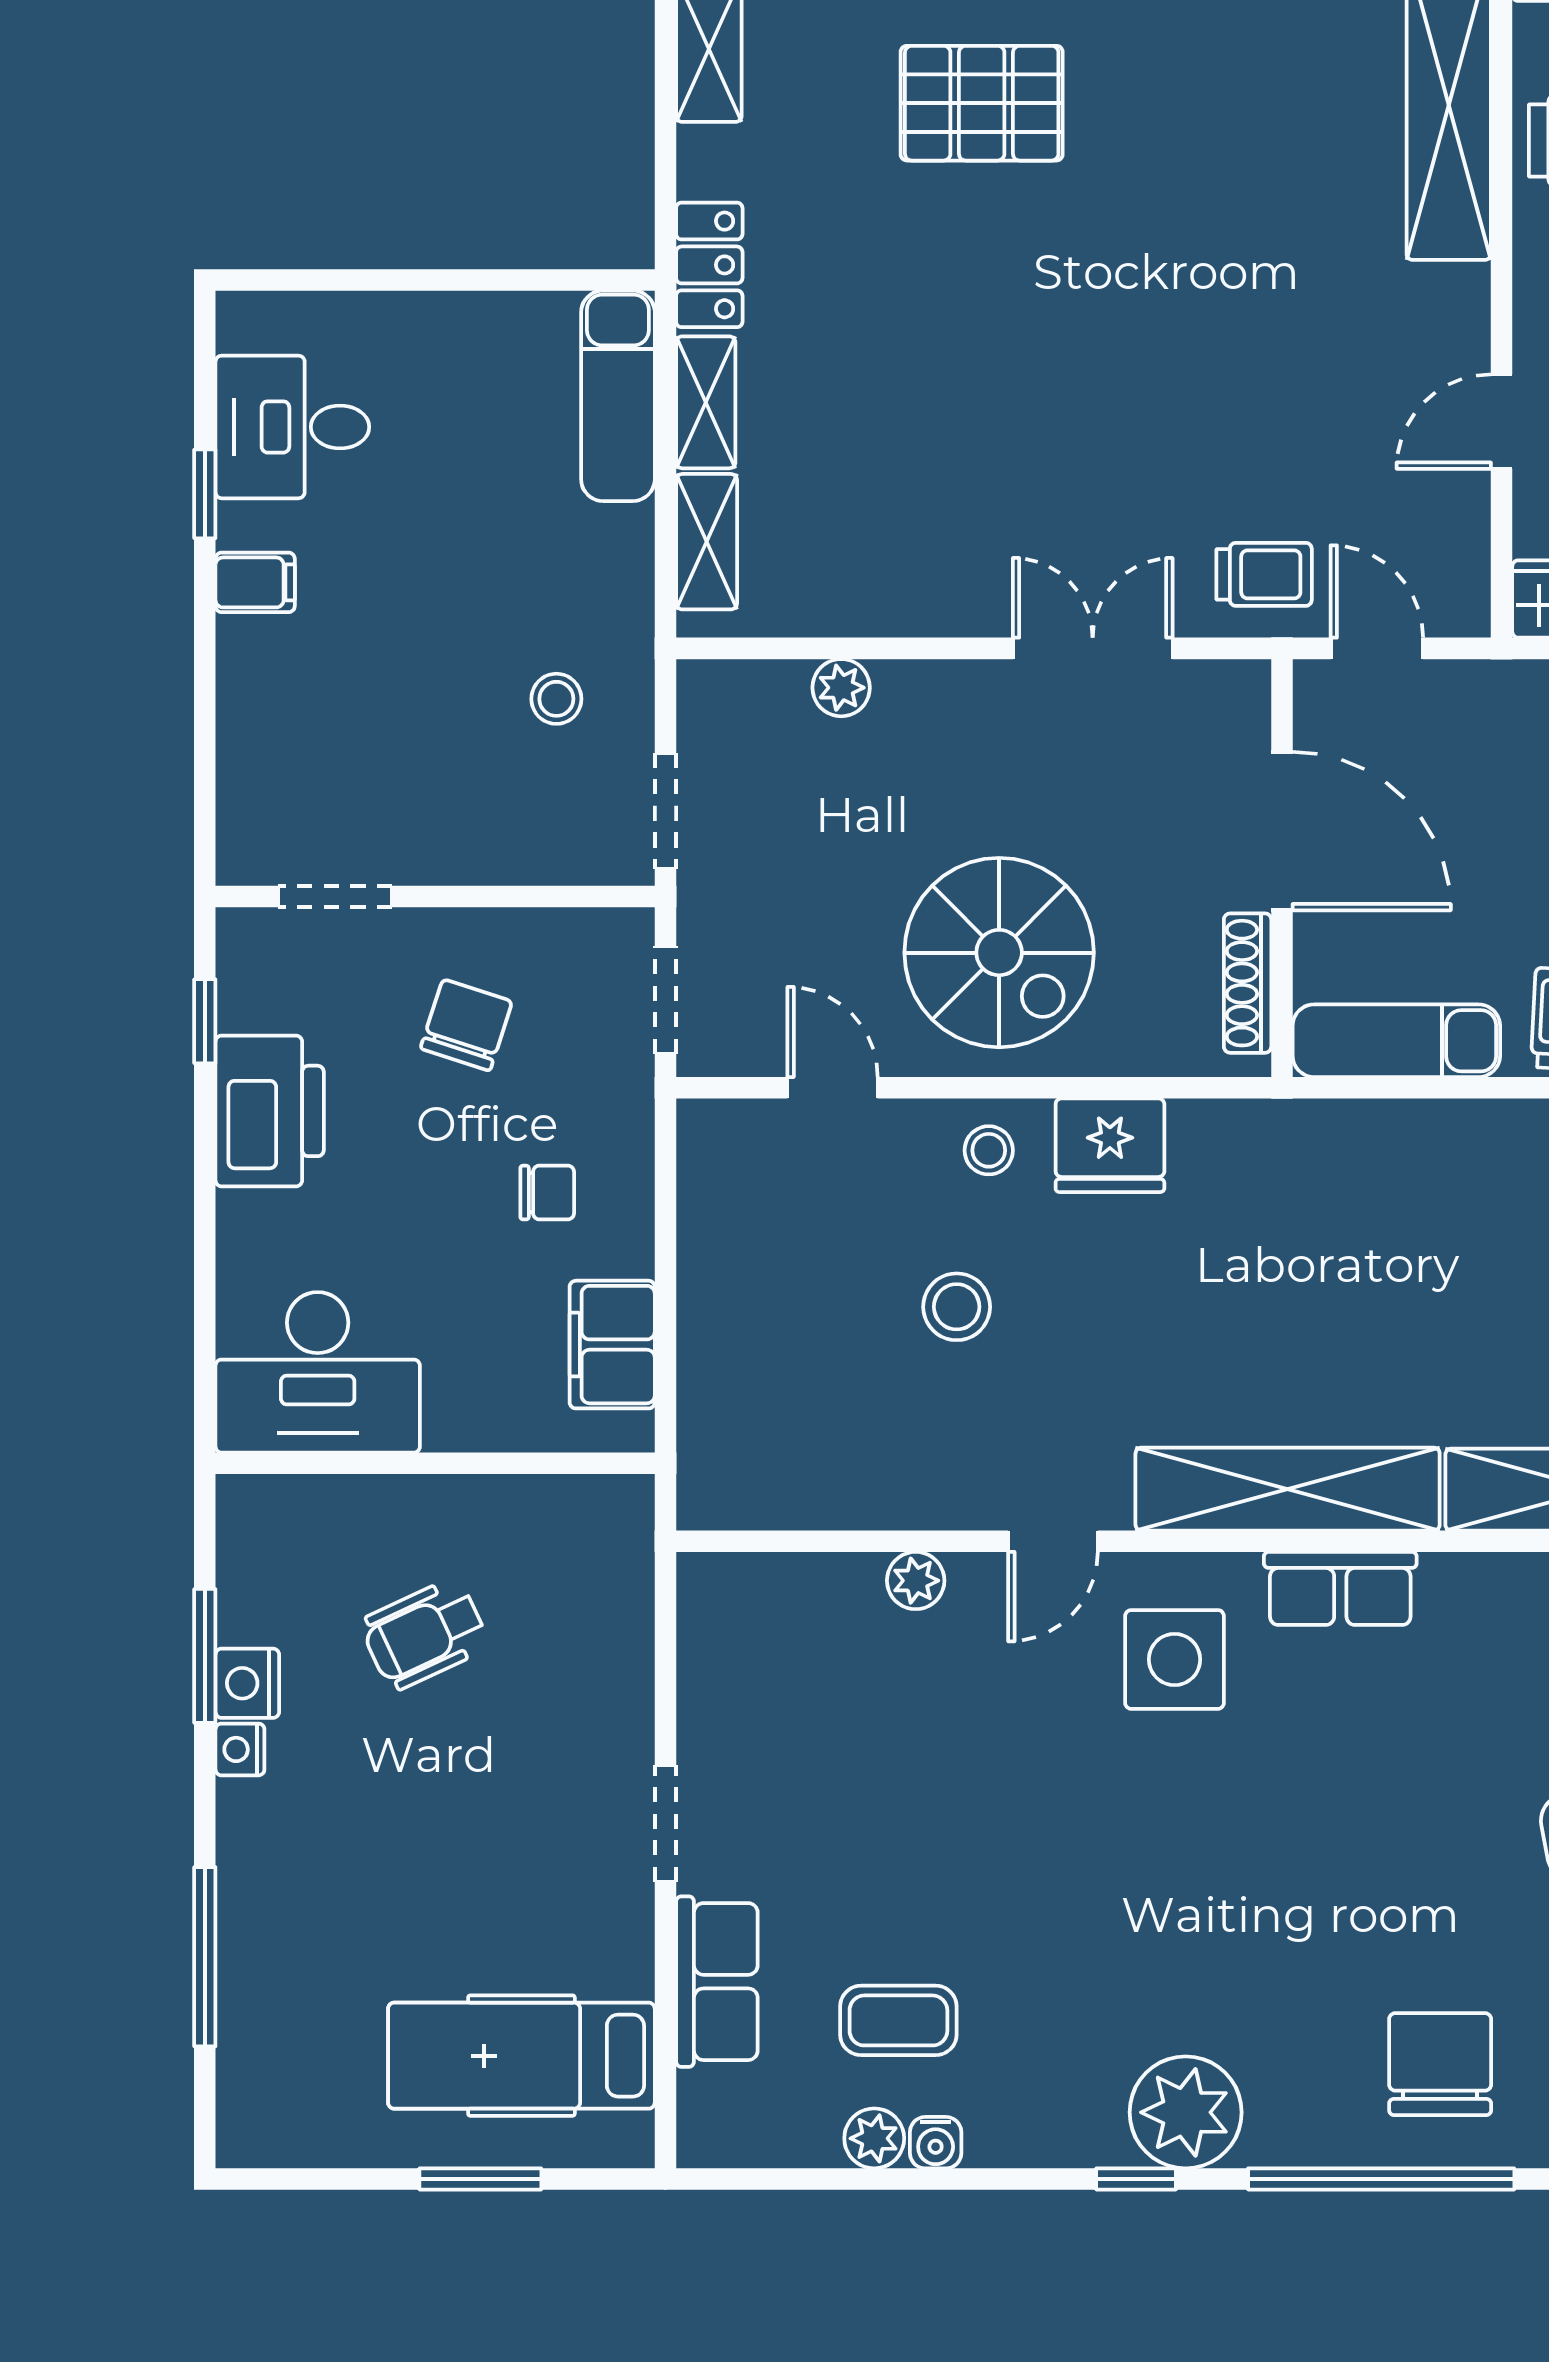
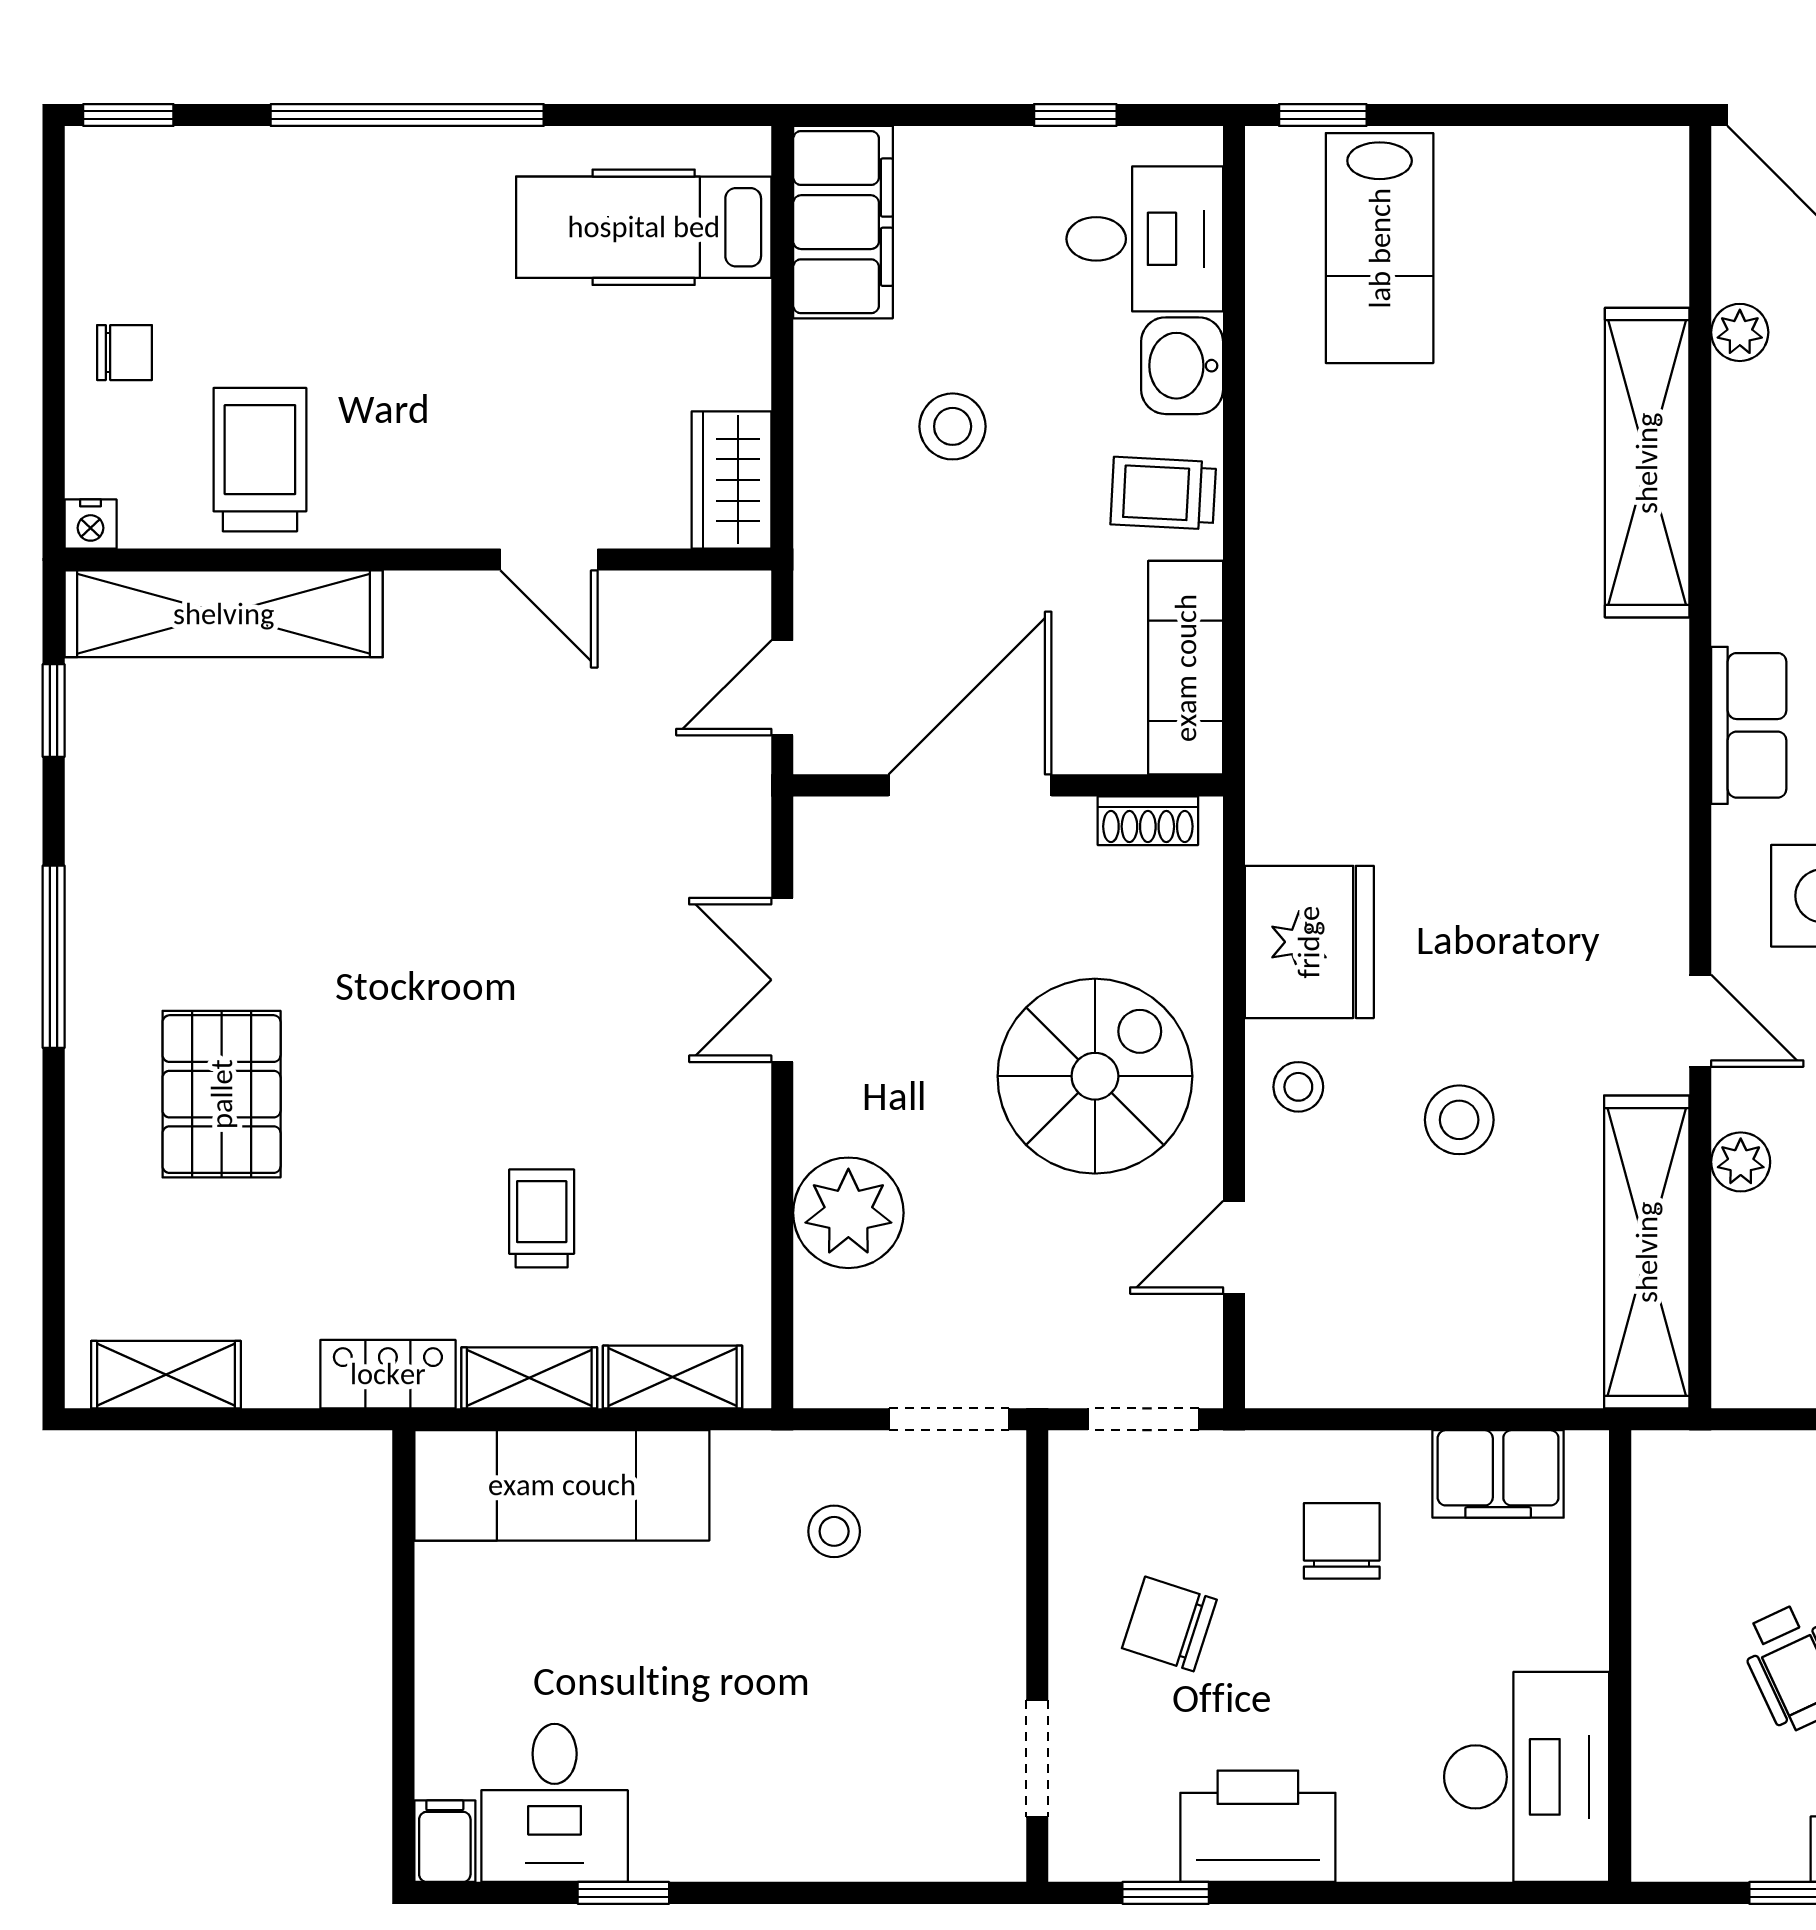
exam couch: (618, 396) -> (562, 1485), width x1.36, depth x1.45
trolley: (1264, 574) -> (542, 1218), moved
filing cabinet: (255, 582) -> (445, 1841), moved
plant: (841, 688) -> (848, 1213), width x1.87, depth x1.87
shoe rack: (1248, 983) -> (1148, 821), width x0.70
fridge: (1110, 1145) -> (1309, 942), width x1.36, depth x1.34
chair: (547, 1193) -> (1342, 1541), width x1.37, depth x1.37
shelving: (1288, 1489) -> (1647, 1252), moved

